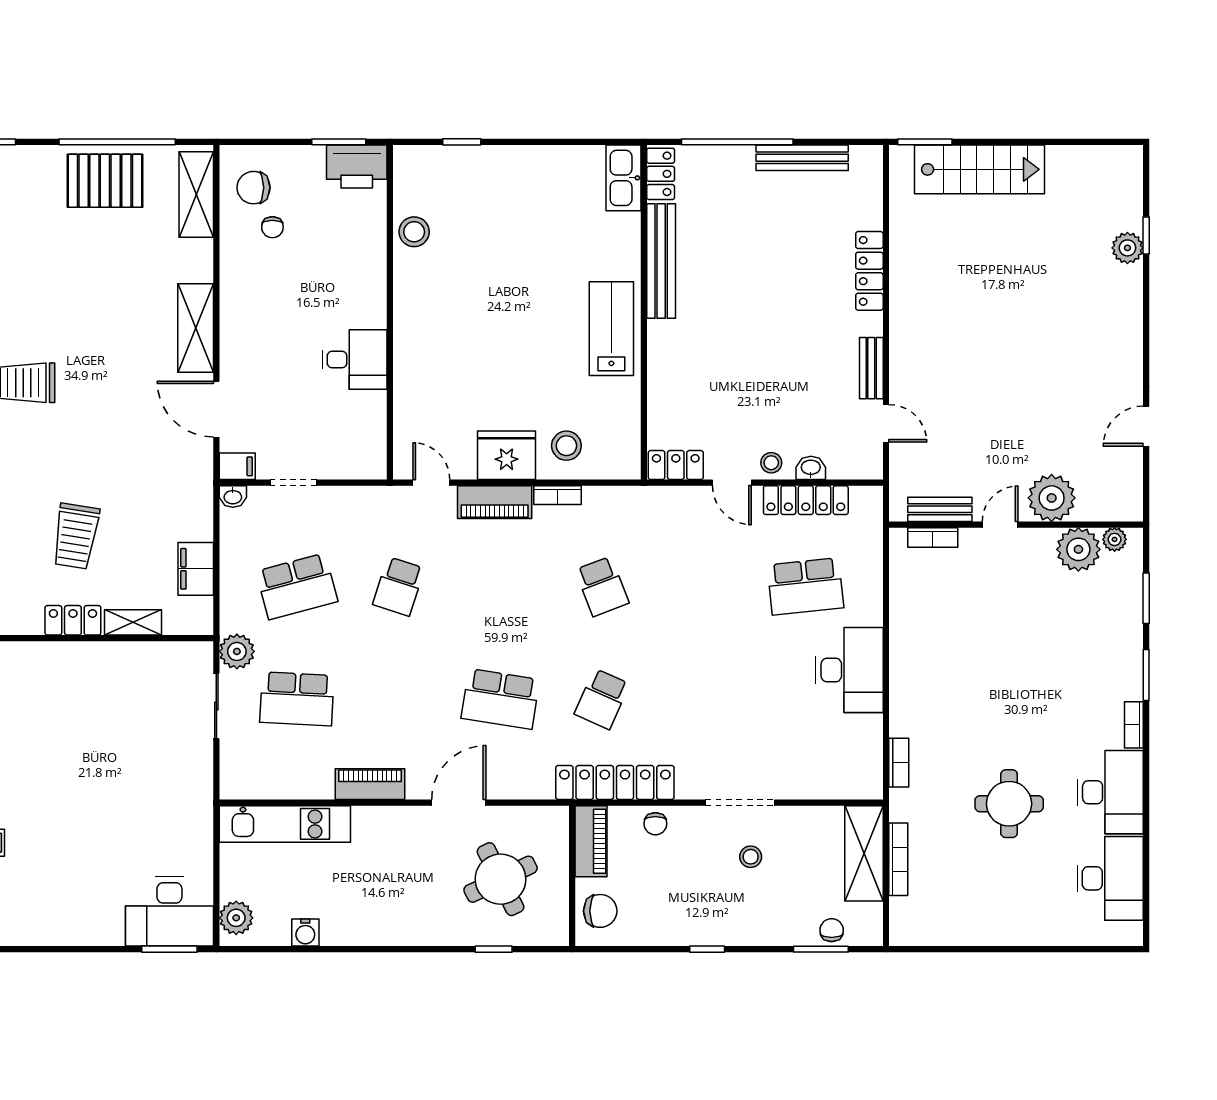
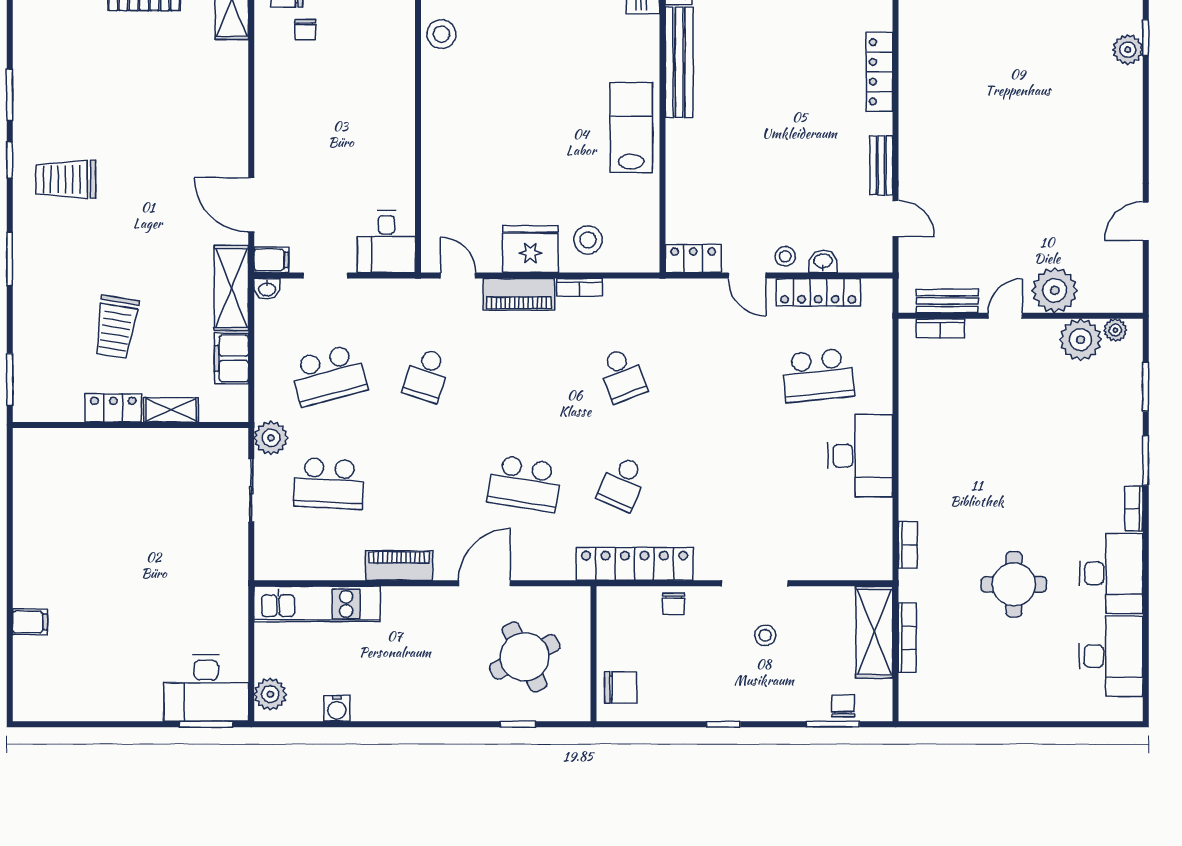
shelving: (196, 328) -> (231, 288), moved
desk: (354, 359) -> (386, 242), moved, turned 90
piano: (591, 841) -> (612, 620), removed

